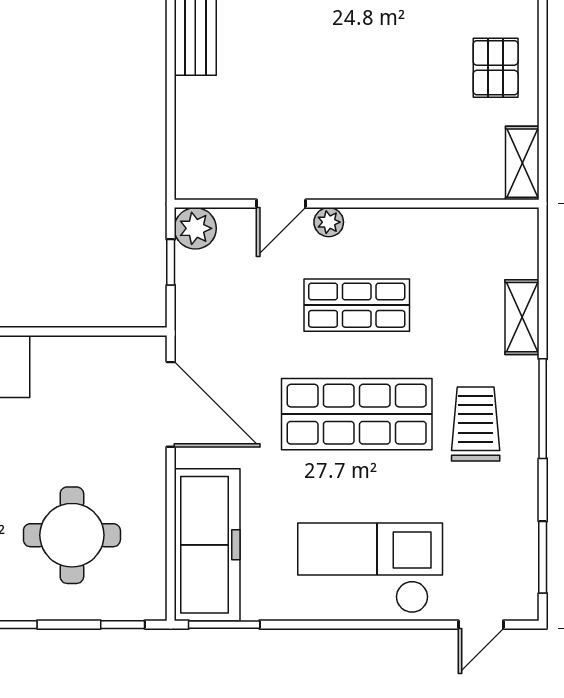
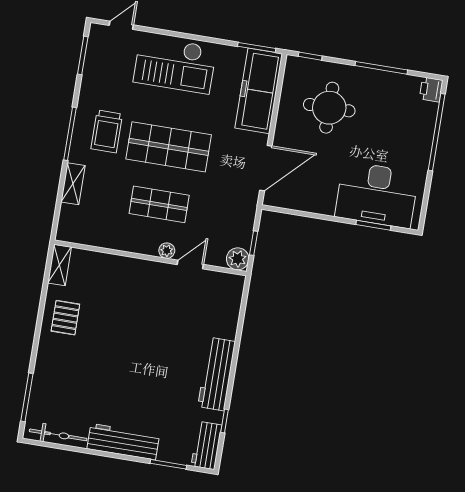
door: (171, 404) -> (266, 168), swing flipped

